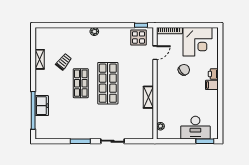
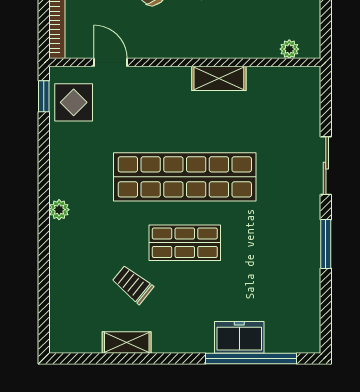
shop shelf: (108, 83) -> (185, 177), width x1.40

